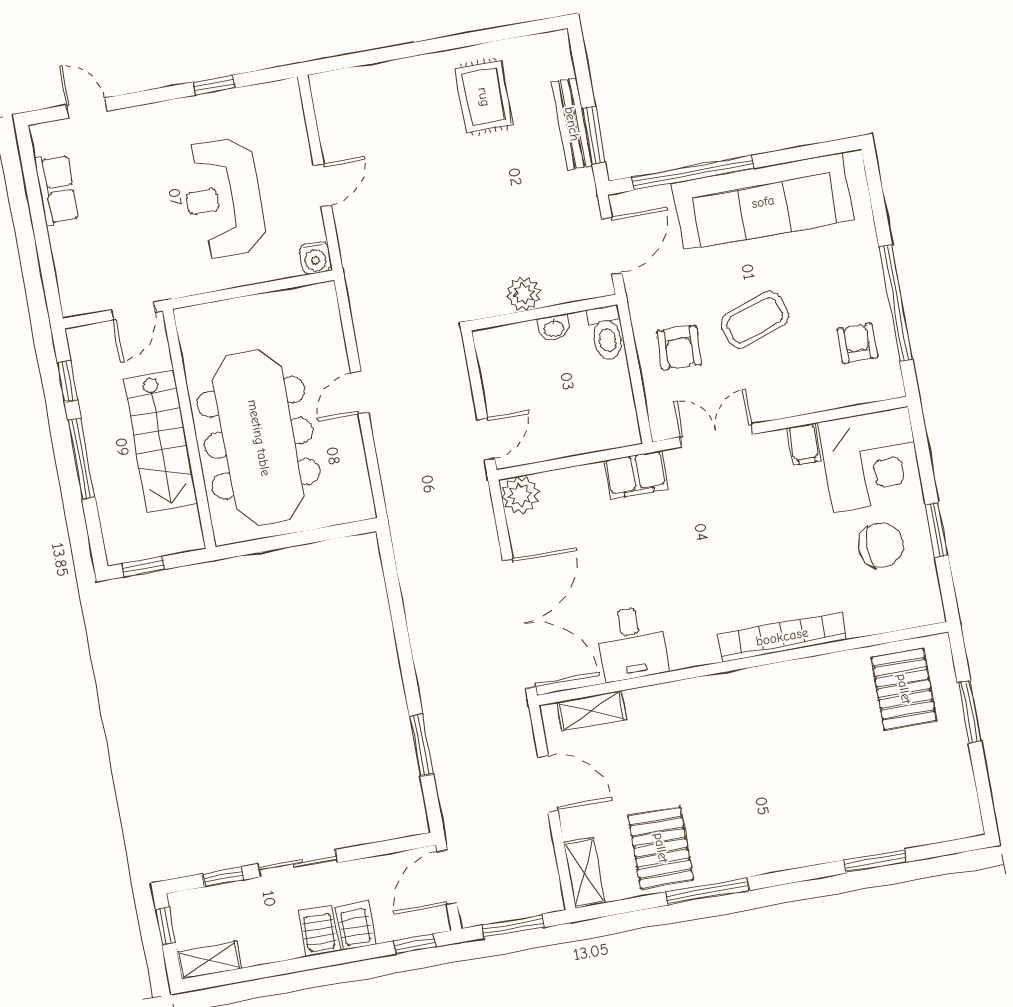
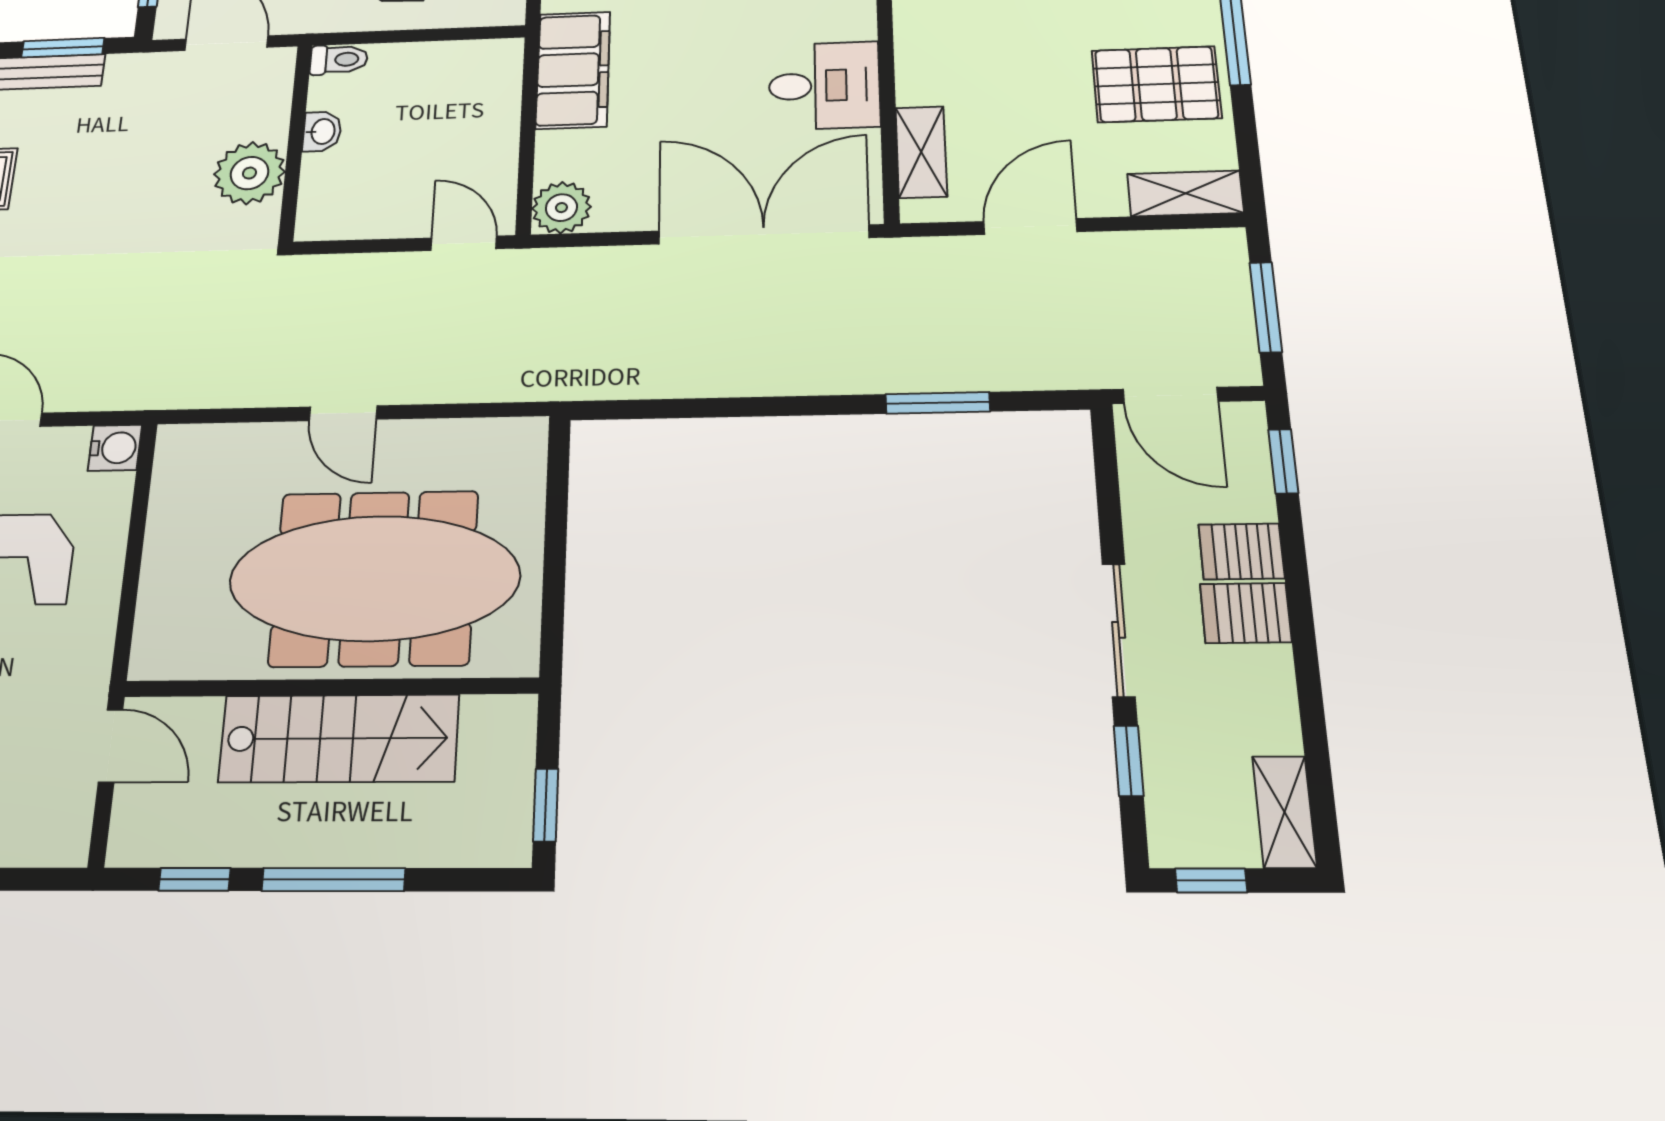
plant: (524, 294) -> (249, 173), width x1.36, depth x1.36
toilet: (606, 333) -> (339, 60), width x0.73, depth x0.72
filing cabinet: (636, 475) -> (573, 70), width x1.50, depth x1.17

